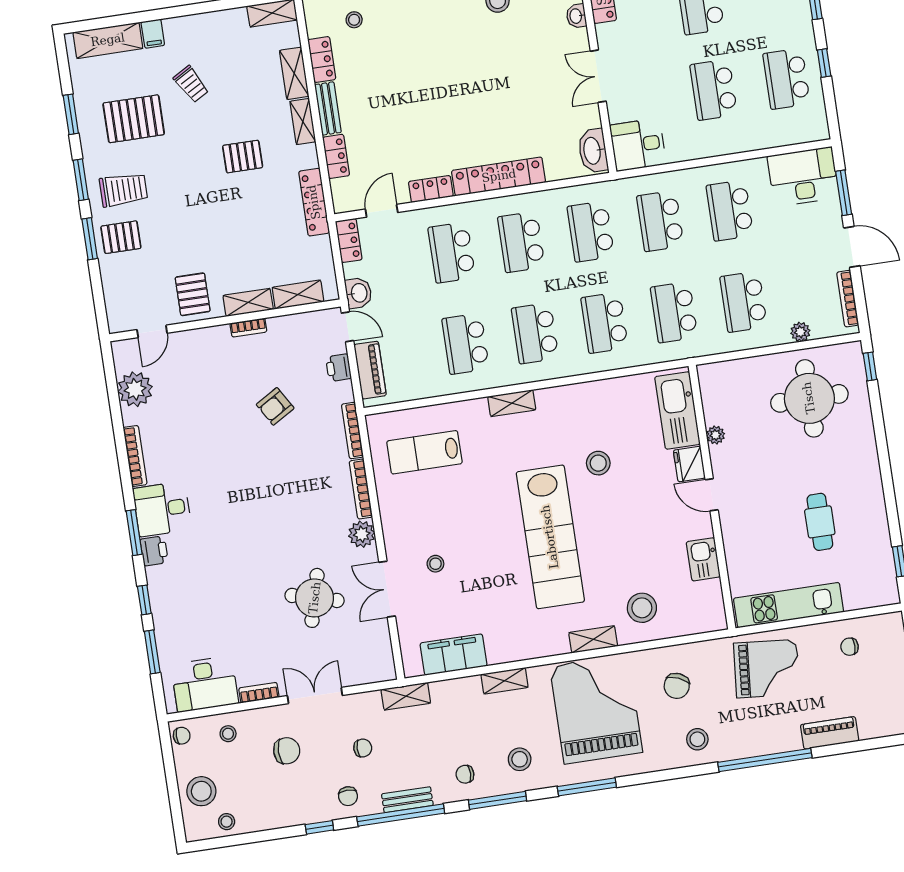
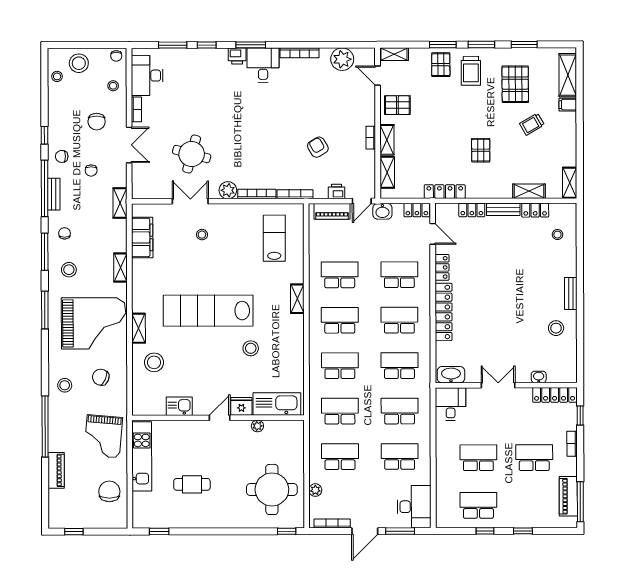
shelving: (303, 121) -> (394, 54), moved
chair: (850, 647) -> (109, 491), width x1.87, depth x1.87

